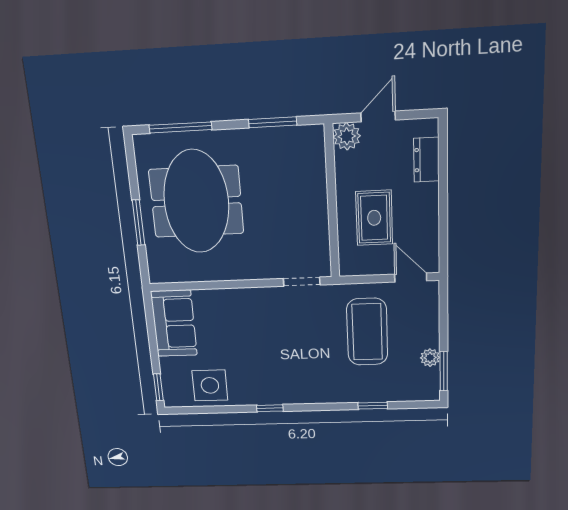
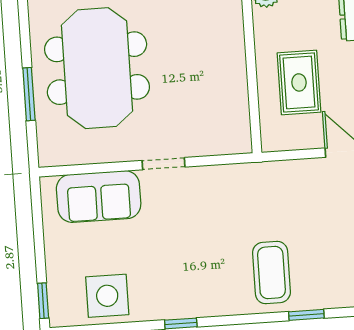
doorway: (302, 282) -> (164, 164), moved
sofa: (174, 323) -> (99, 197), moved, turned 90
coffee table: (367, 332) -> (271, 272), moved, width x0.73, depth x0.76

